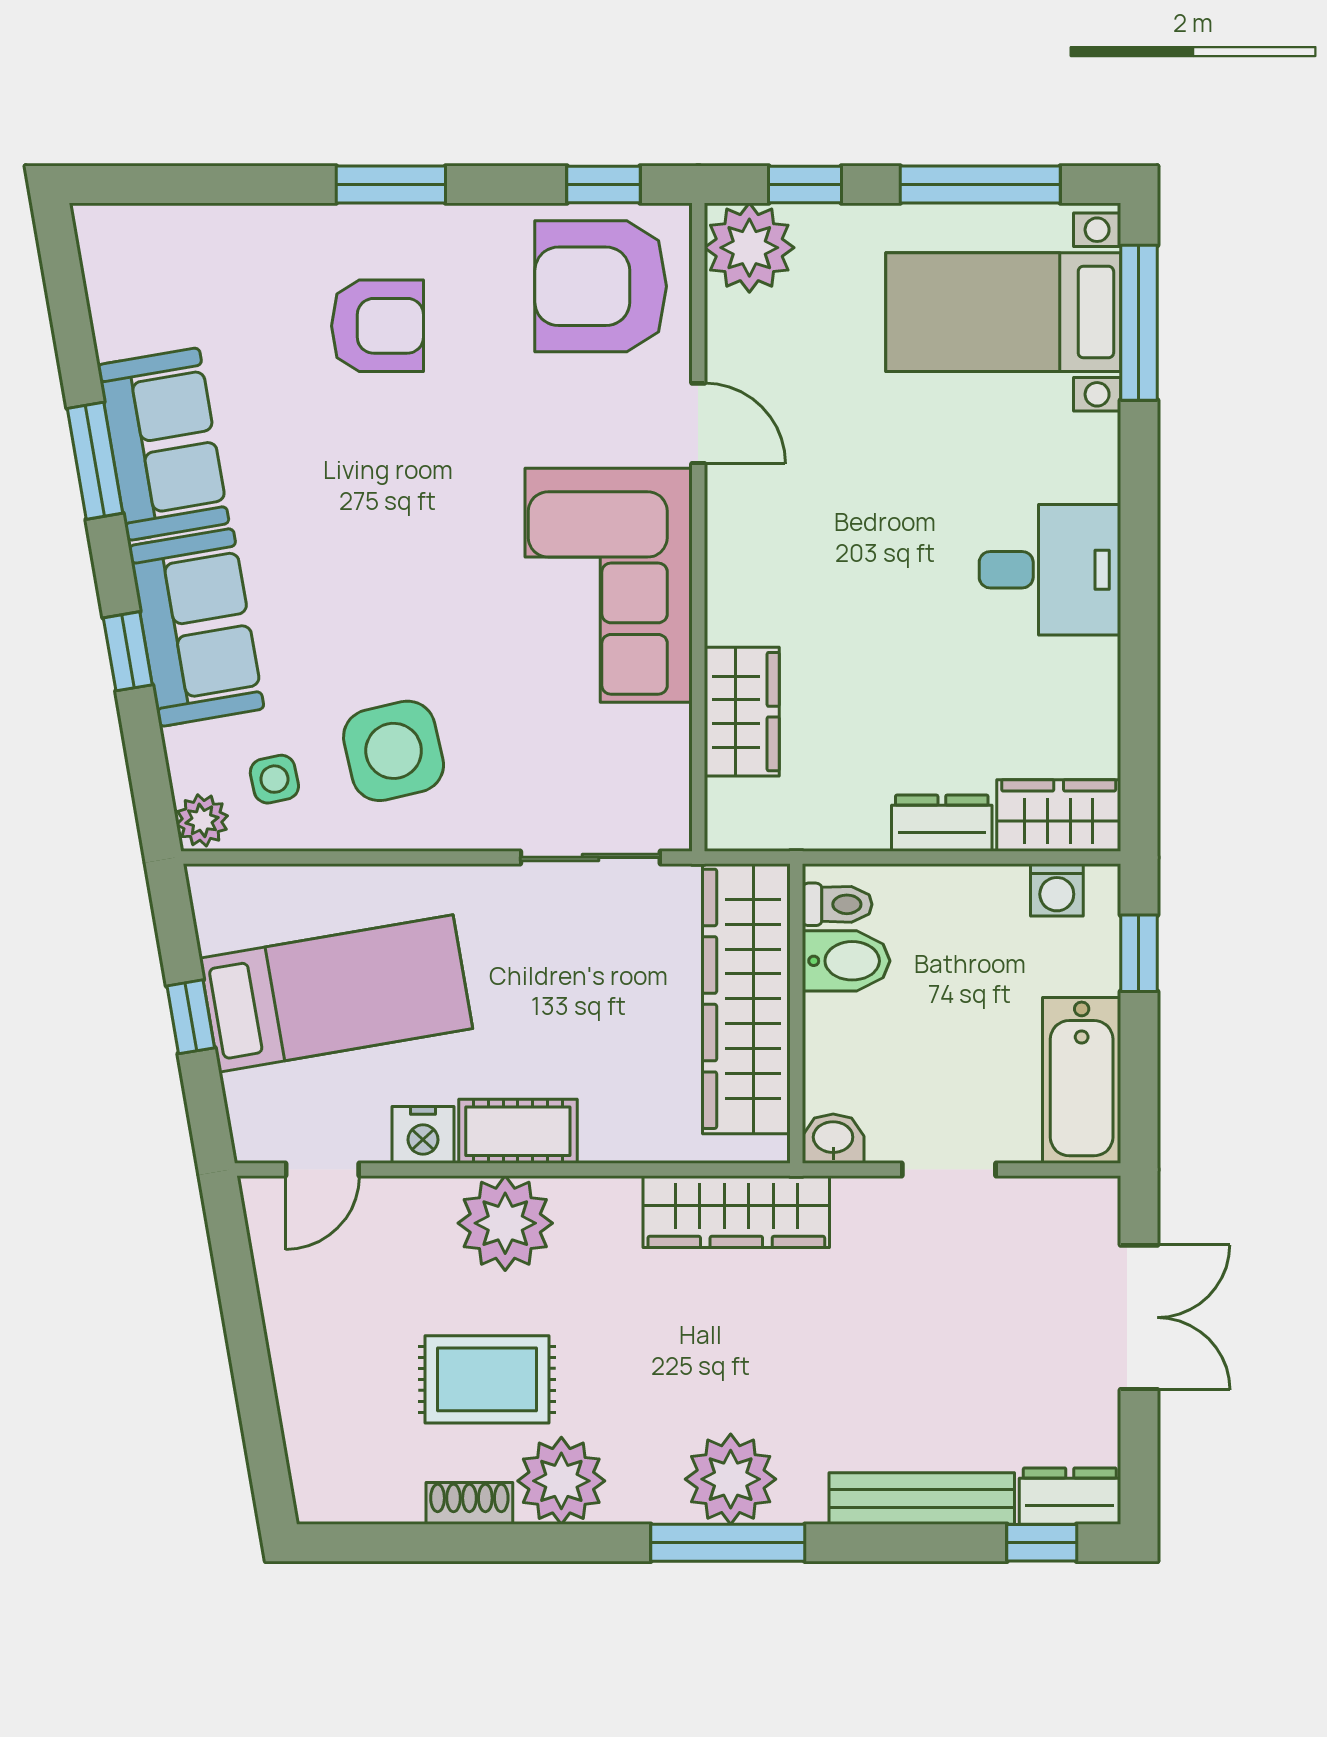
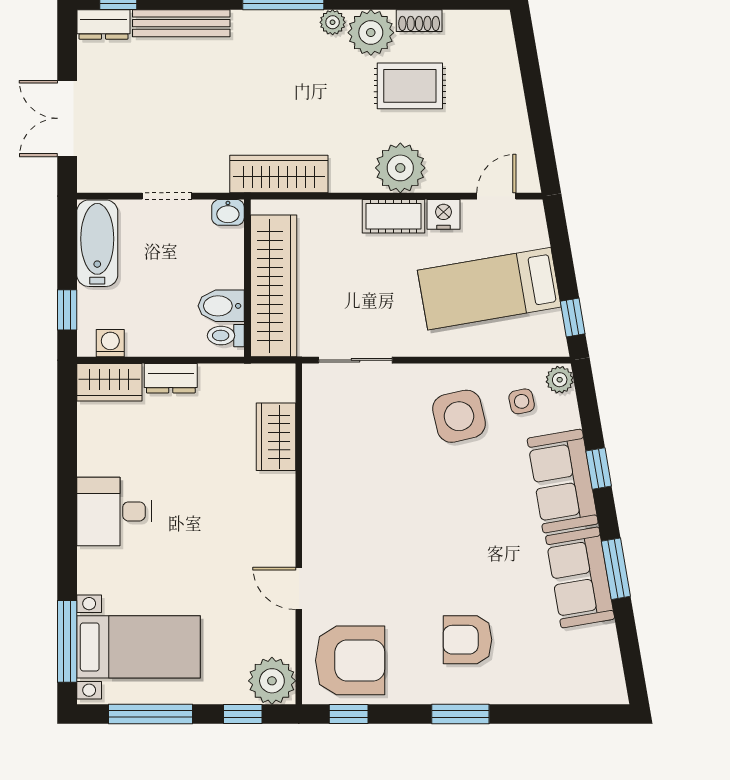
corner sofa: (609, 585) -> (346, 503), removed
window: (191, 1017) -> (573, 317), moved
plant: (731, 1479) -> (333, 22), moved, width x0.53, depth x0.53

